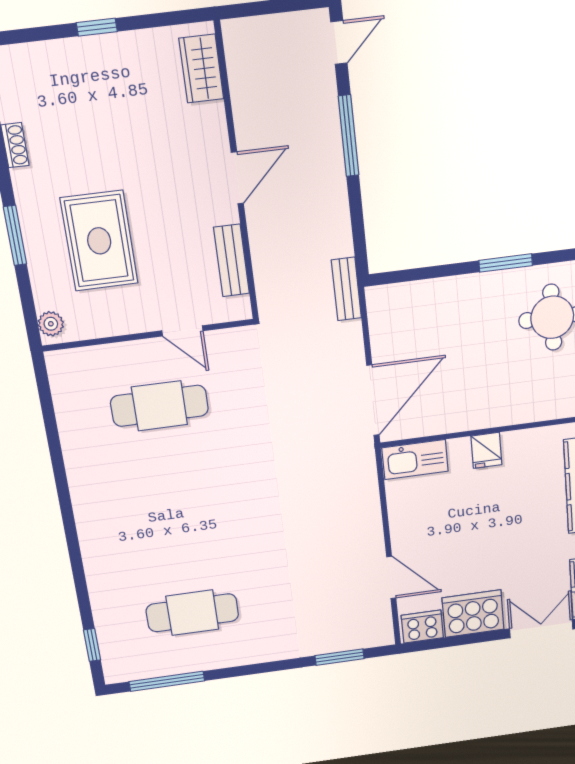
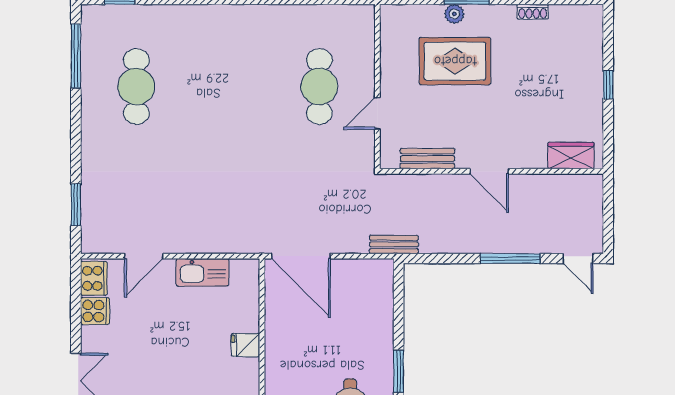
plant: (51, 324) -> (454, 14), moved
kitchen sink: (415, 460) -> (202, 272), moved, turned -90
cooker: (473, 614) -> (95, 311), width x0.53, depth x0.76

